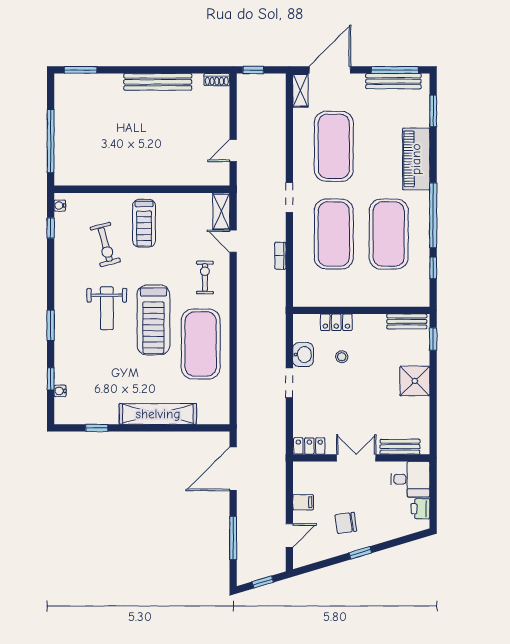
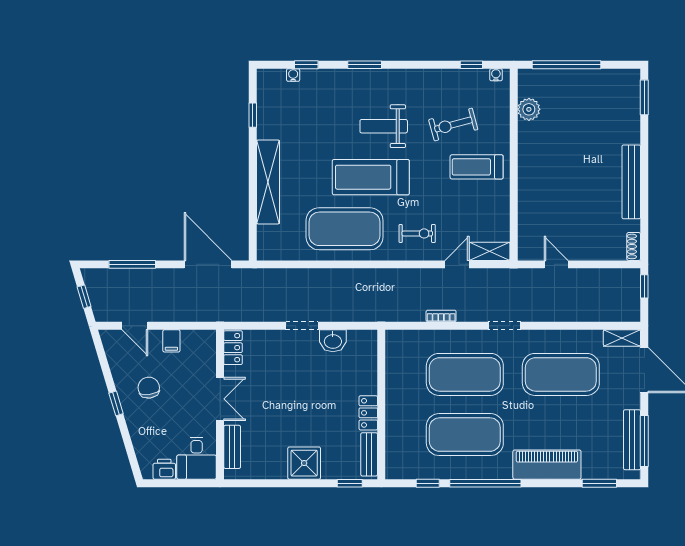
plant: (91, 175) -> (529, 109), added
locker: (336, 322) -> (368, 413), moved
stool: (342, 357) -> (331, 383), removed

